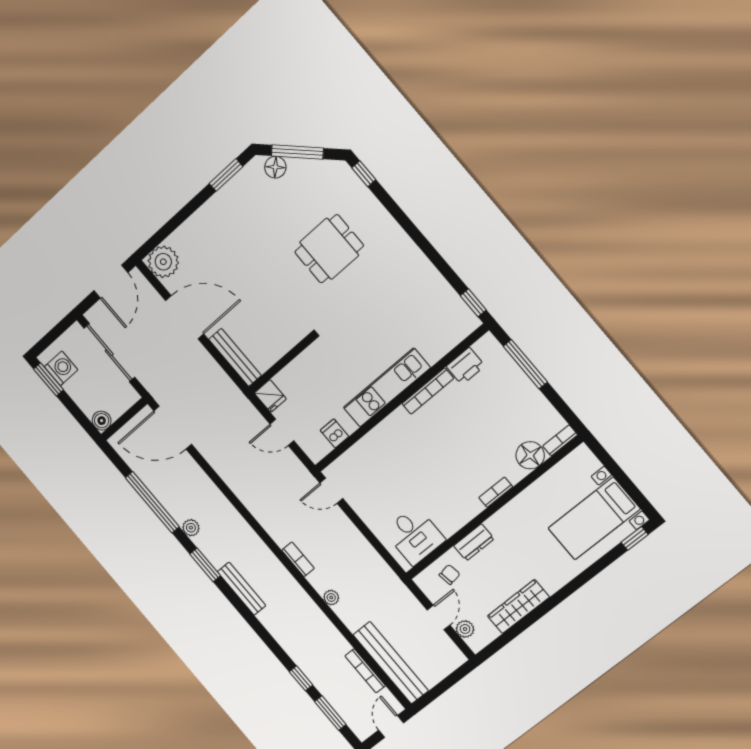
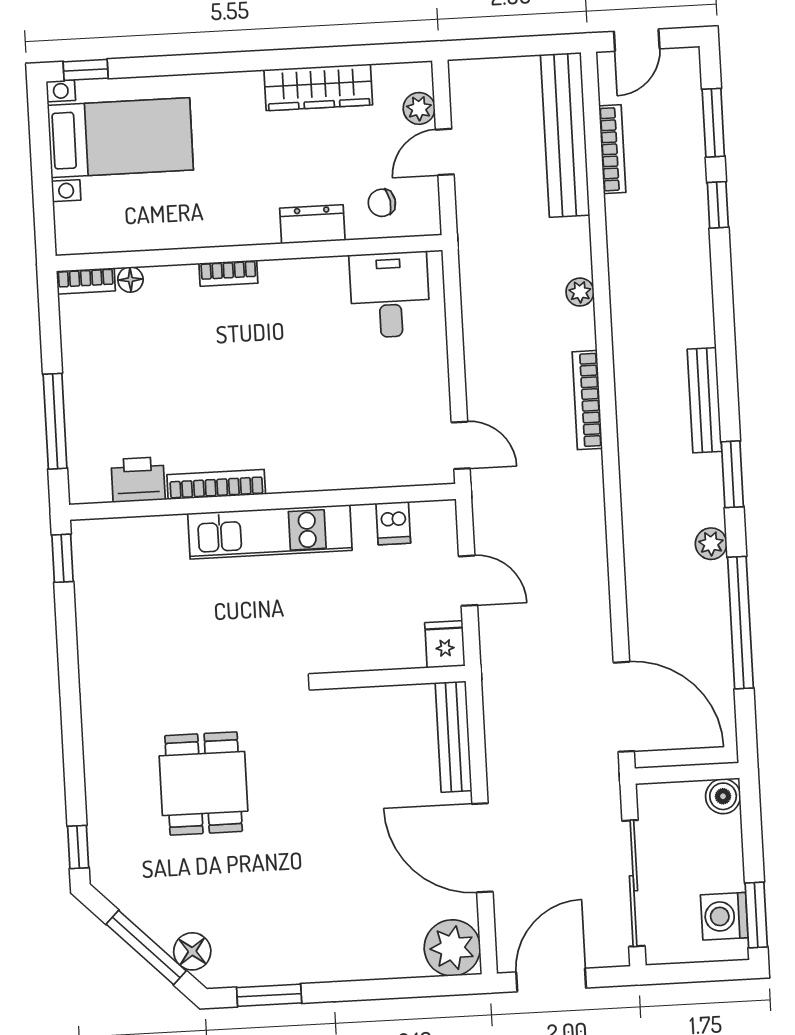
dining table: (329, 249) -> (204, 783), turned 90
floor lamp: (530, 455) -> (130, 280), width x0.53, depth x0.53
bookcase: (298, 559) -> (587, 400), width x1.56

